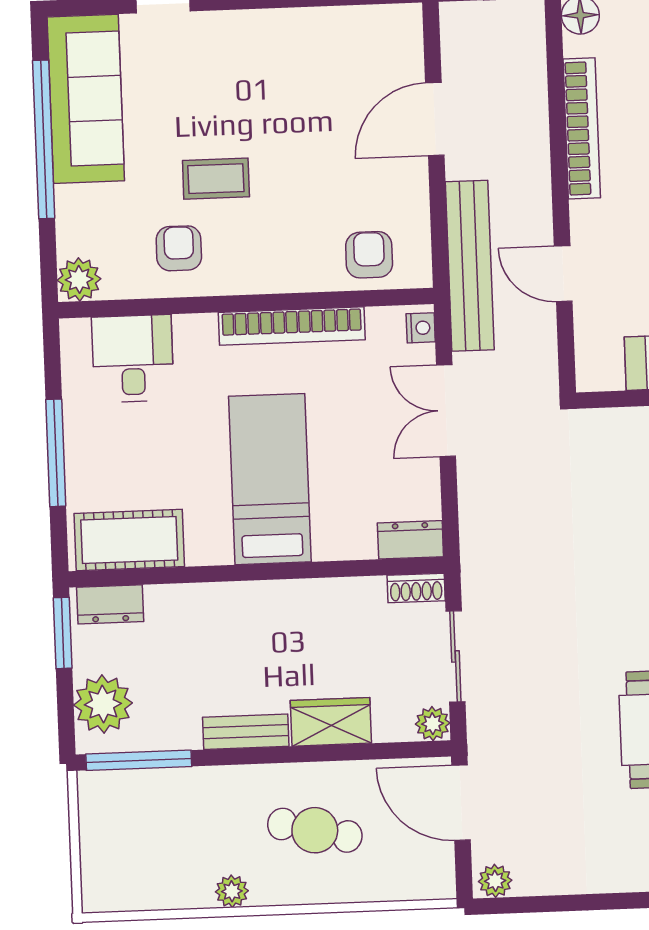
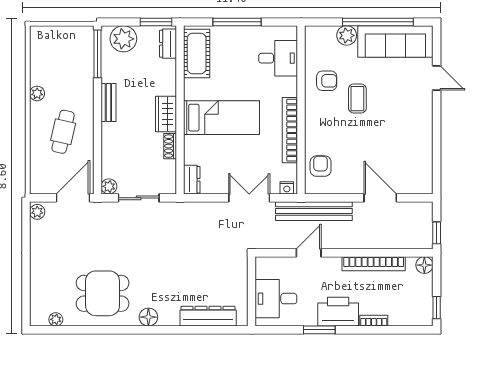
armchair: (369, 255) -> (321, 166), turned -90
plant: (79, 279) -> (347, 35), moved
shoe rack: (416, 588) -> (170, 146), moved
wardrobe: (331, 722) -> (166, 114), moved, turned 180

